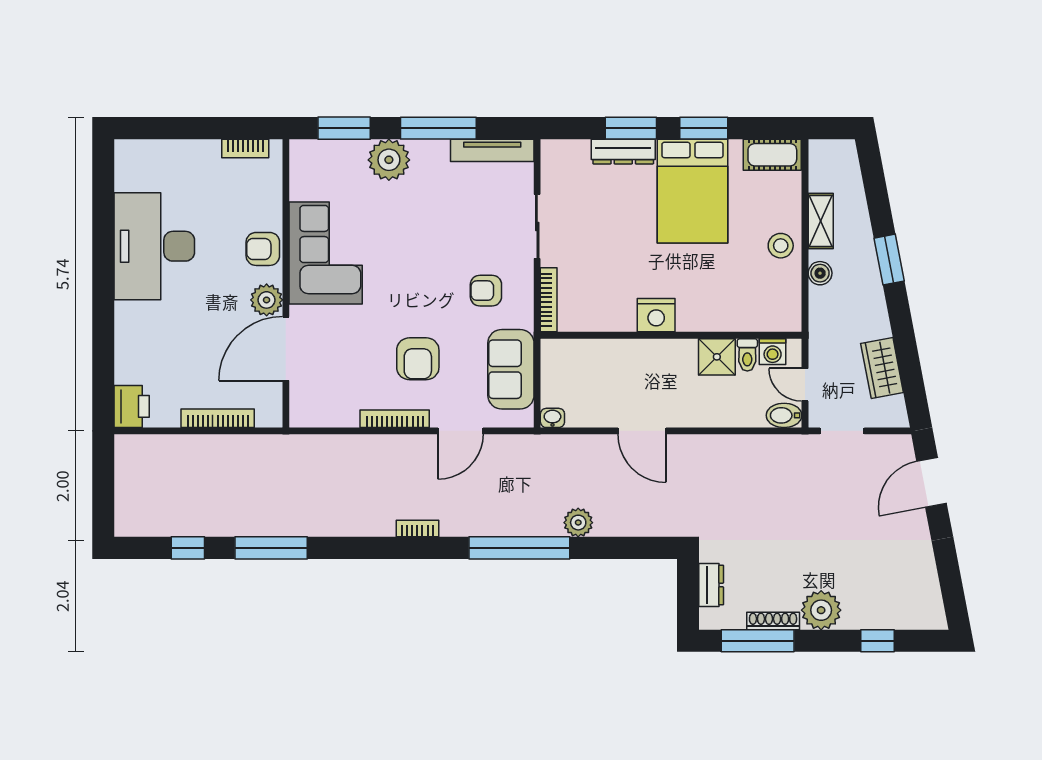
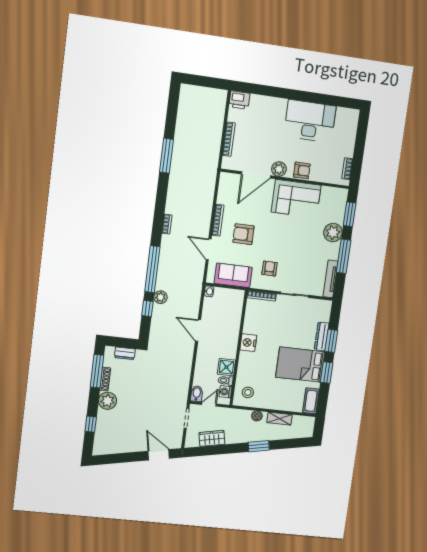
stool: (781, 246) -> (248, 392), moved
armchair: (263, 249) -> (302, 170), turned 90
door: (286, 349) -> (256, 175), swing flipped
door: (642, 431) -> (198, 330), hinge flipped
window: (188, 548) -> (147, 308), moved

